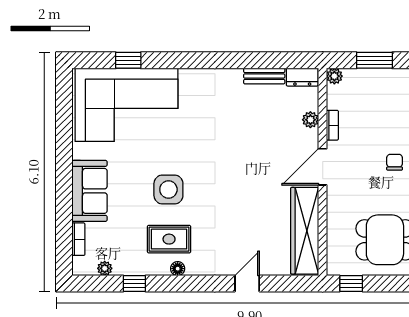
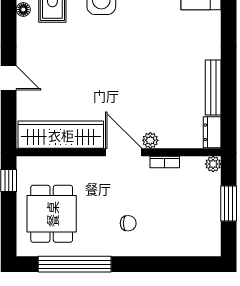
bench: (264, 76) -> (213, 87), width x1.36
plant: (310, 120) -> (150, 140), moved

